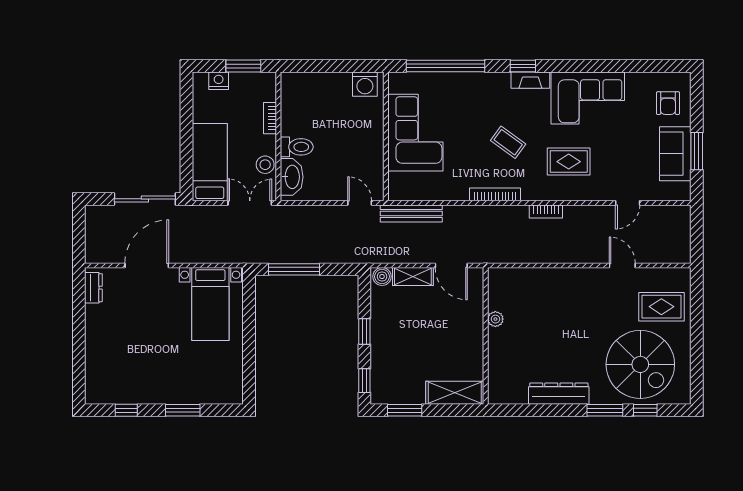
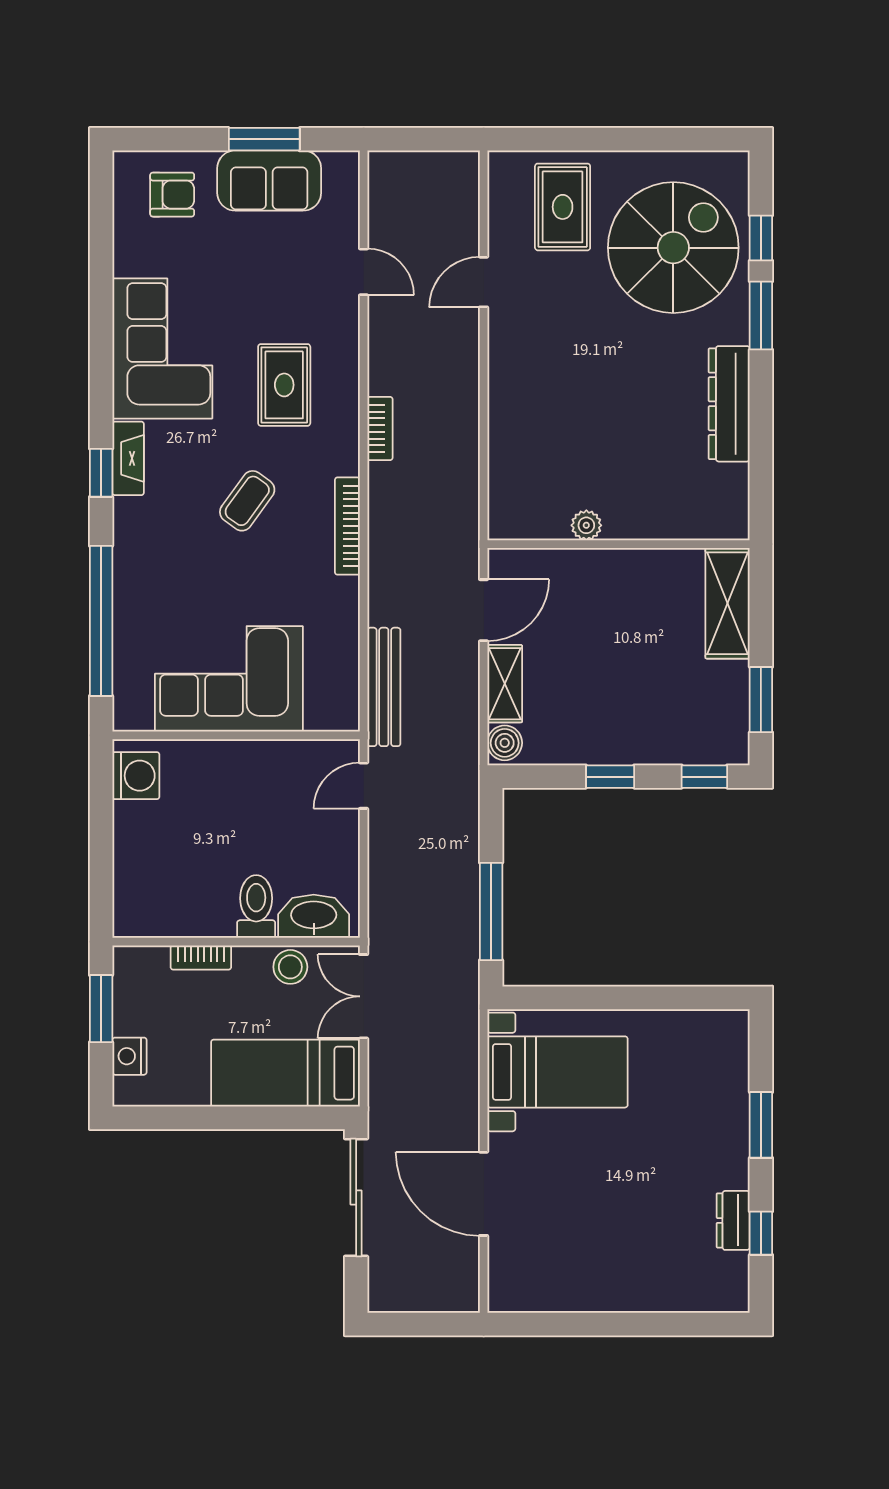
dresser: (93, 288) -> (733, 1220), moved, turned -90

